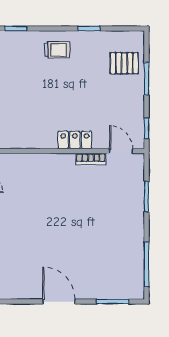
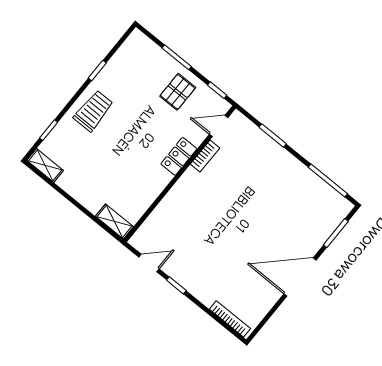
trolley: (57, 50) -> (93, 111), width x1.36, depth x1.39
pallet: (124, 63) -> (178, 92), moved
door: (59, 302) -> (300, 277), width x1.36

